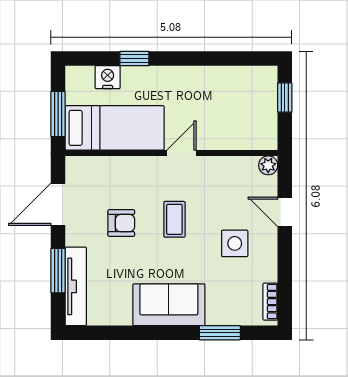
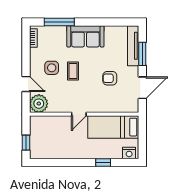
nightstand: (108, 77) -> (129, 153), moved
window: (58, 114) -> (142, 134), removed
plant: (268, 165) -> (39, 104), width x1.87, depth x1.87
coffee table: (174, 219) -> (73, 71), moved
window: (220, 333) -> (59, 22), width x1.44

